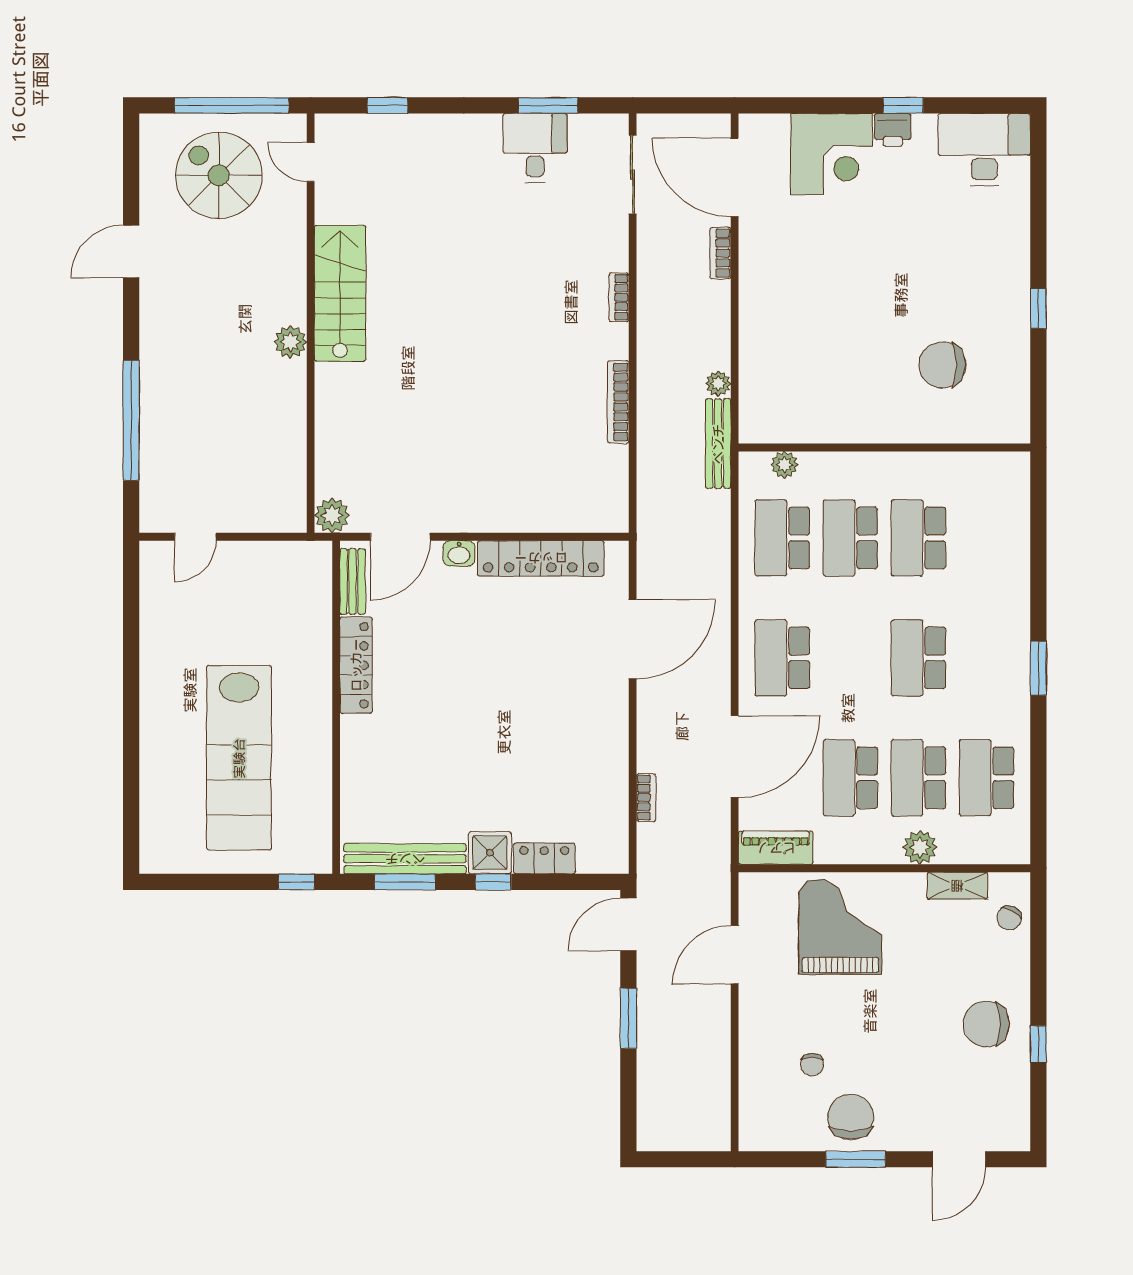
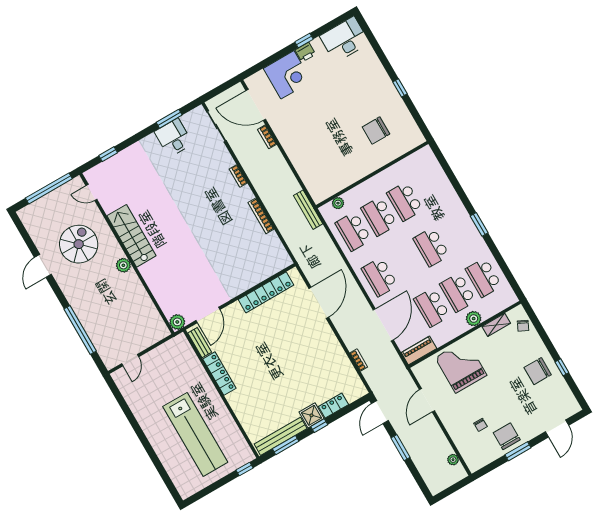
spiral stairs: (219, 175) -> (79, 244), moved, turned 90
plant: (718, 383) -> (453, 460), moved
washbasin: (459, 553) -> (234, 308), removed

